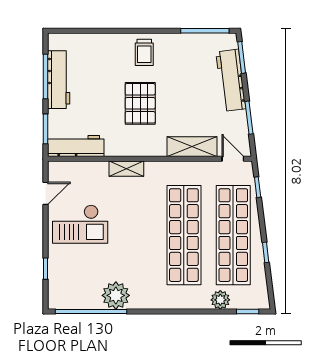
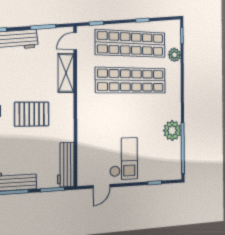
shelving: (126, 169) -> (83, 124), removed
door: (46, 193) -> (102, 186), swing flipped

